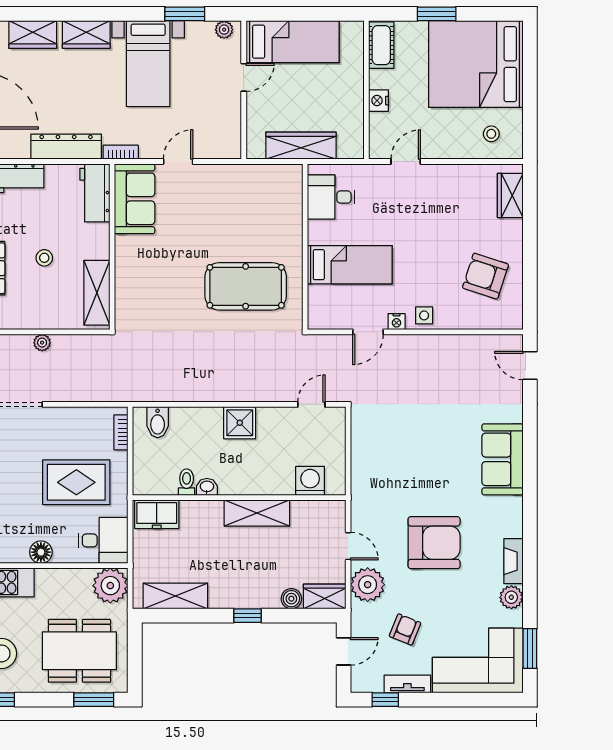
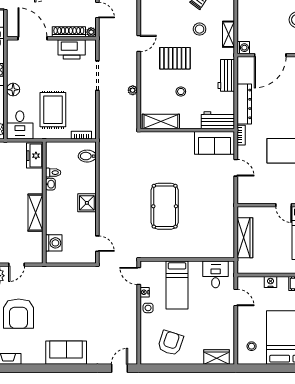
desk: (331, 197) -> (216, 274), moved
wall: (305, 247) -> (187, 259), moved
bed: (350, 265) -> (177, 285), moved

